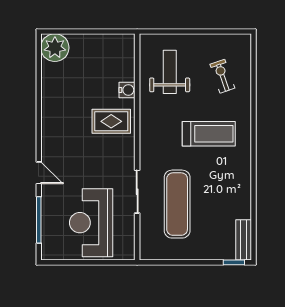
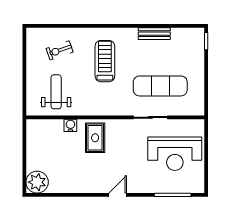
weight bench: (170, 72) -> (56, 92), turned 90
door: (39, 173) -> (118, 195), moved
bench: (244, 240) -> (154, 34), moved

